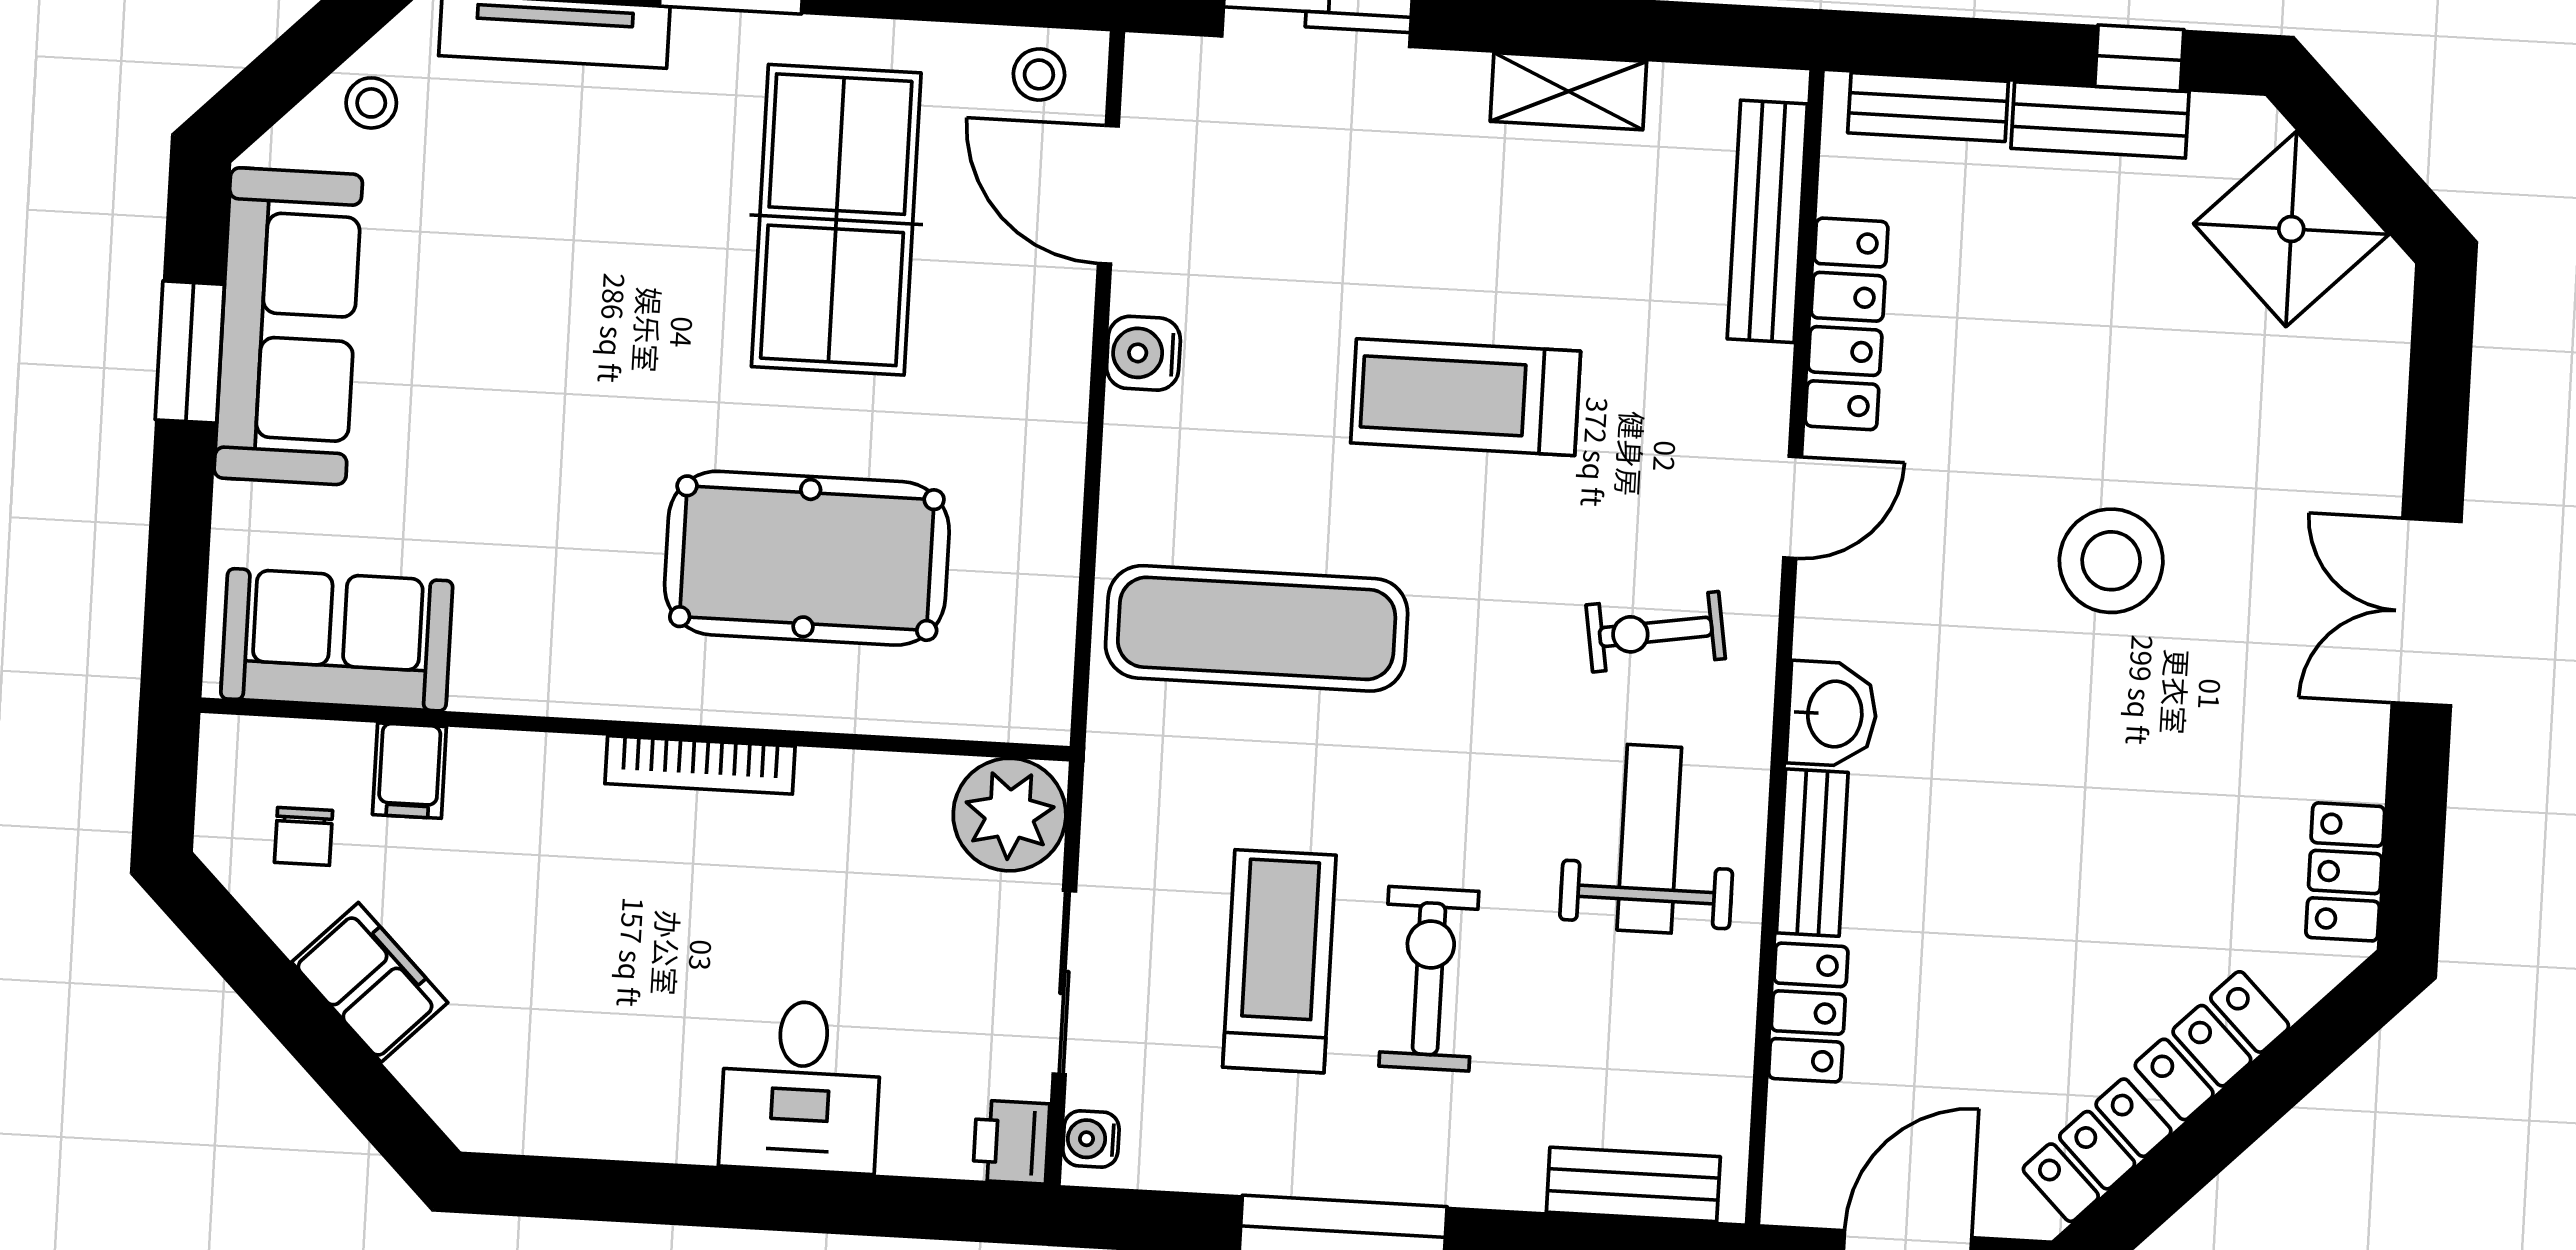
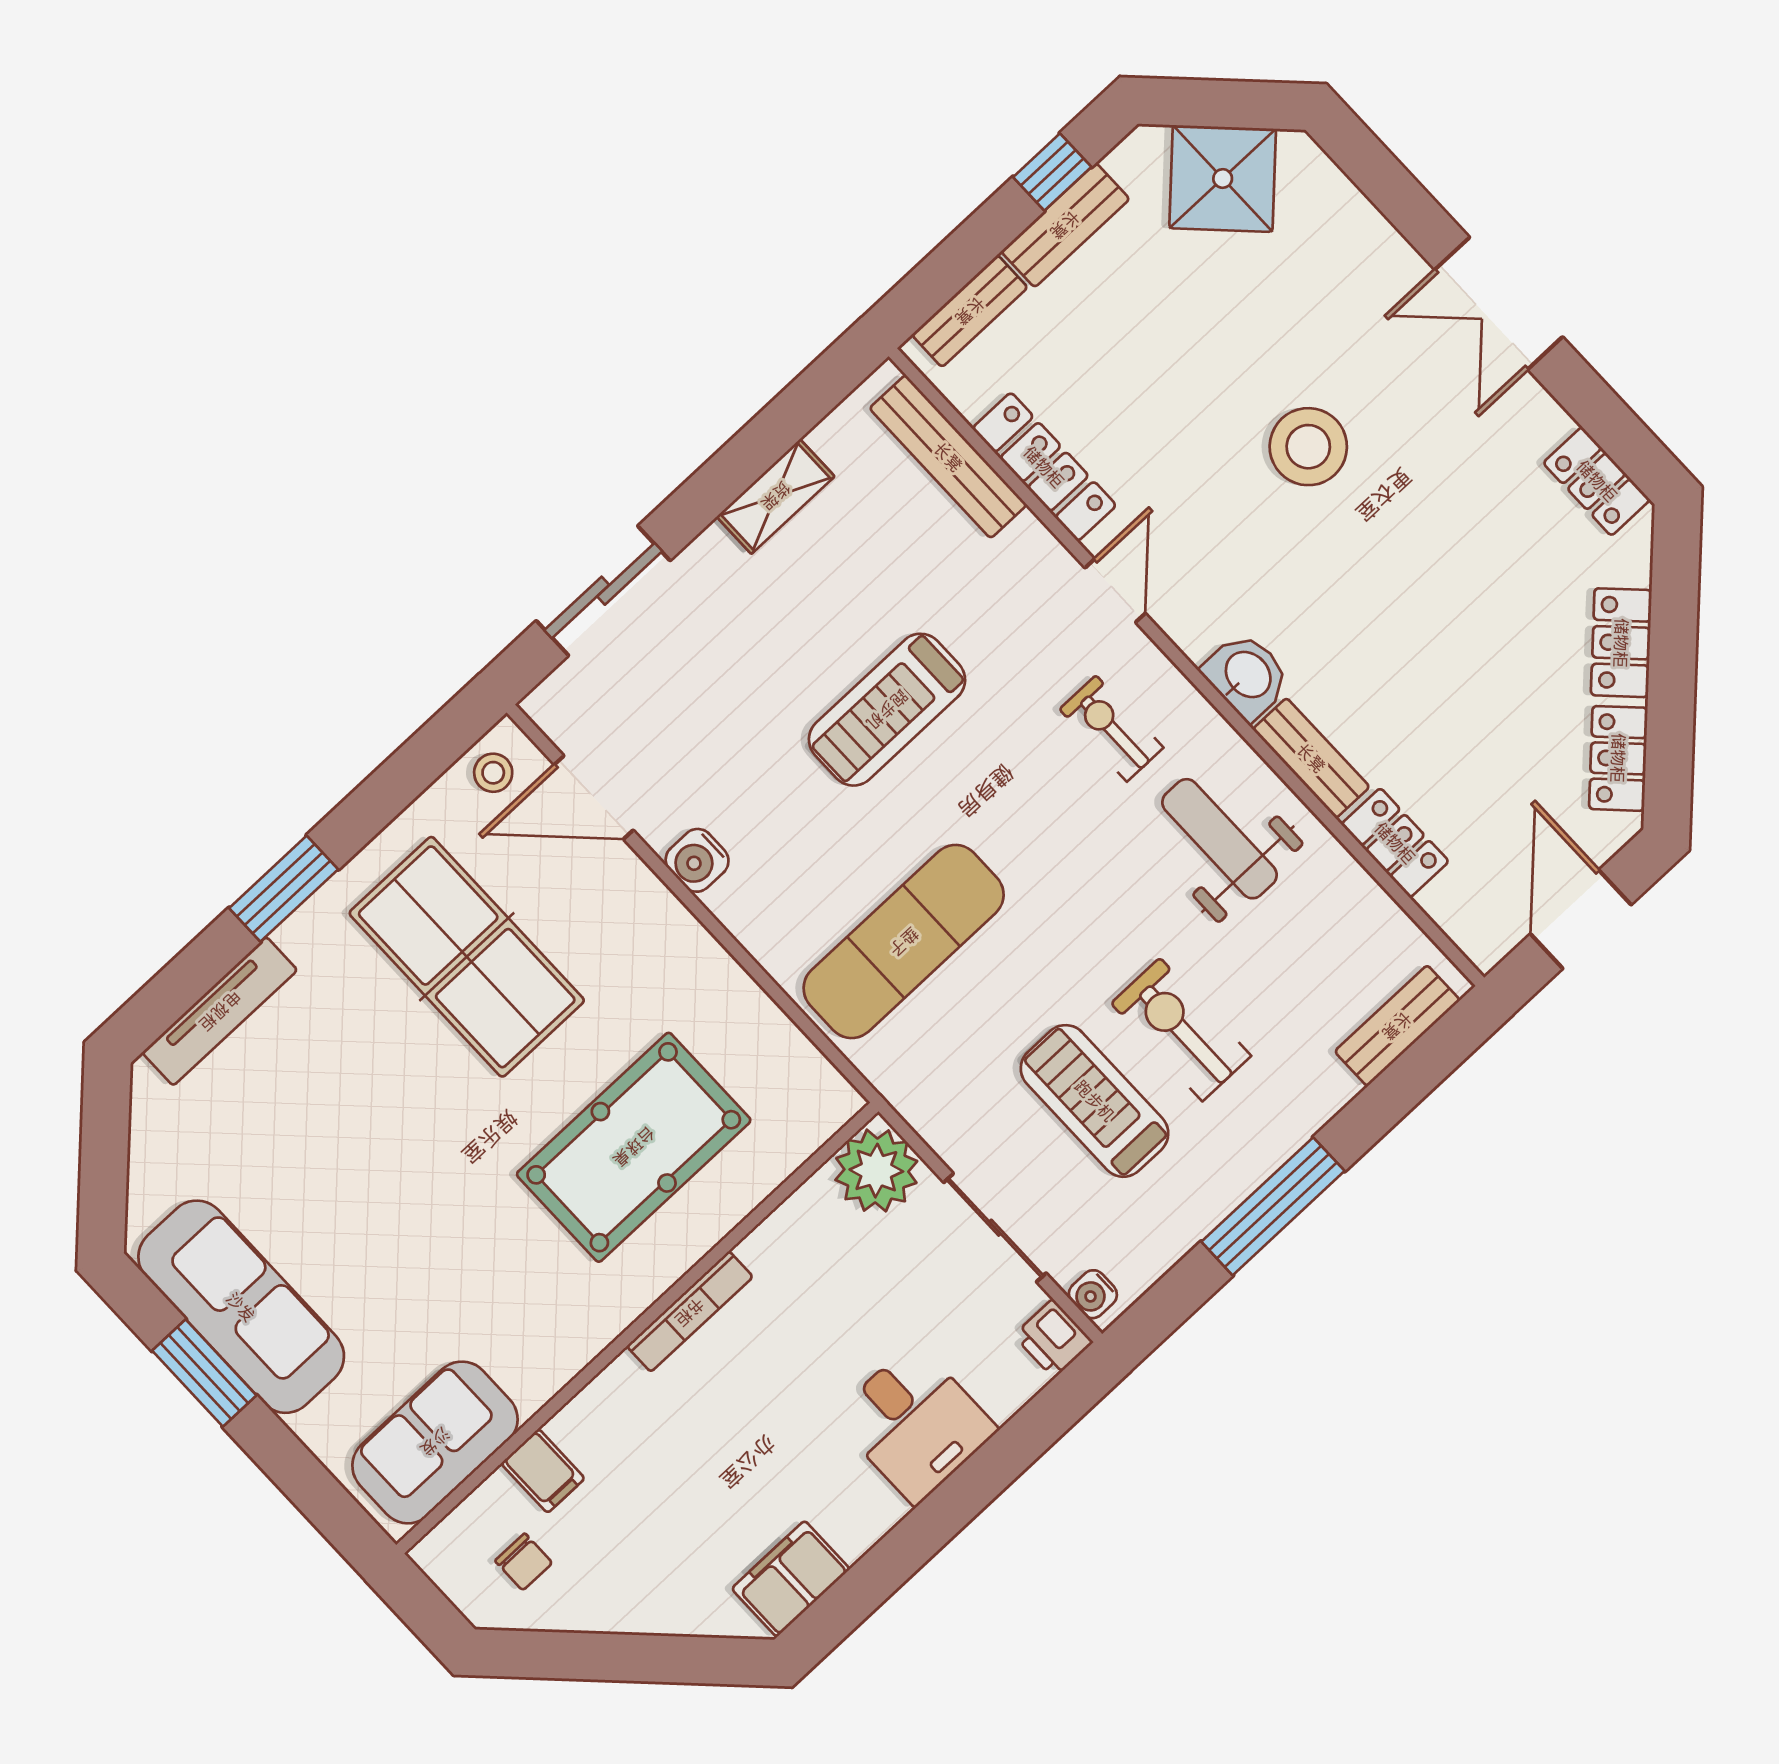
stool: (371, 103) -> (164, 1147), removed
exercise bike: (1656, 632) -> (1111, 728), turned 99
filing cabinet: (370, 982) -> (791, 1579), moved, turned -45

